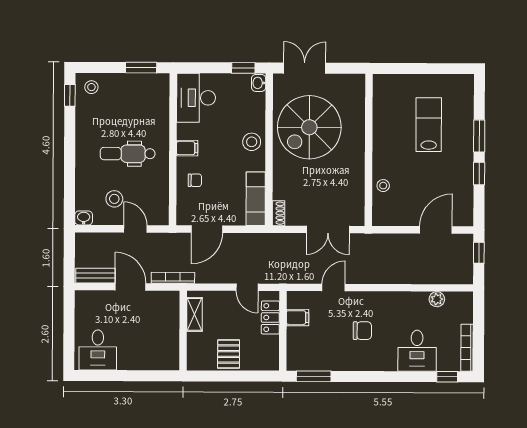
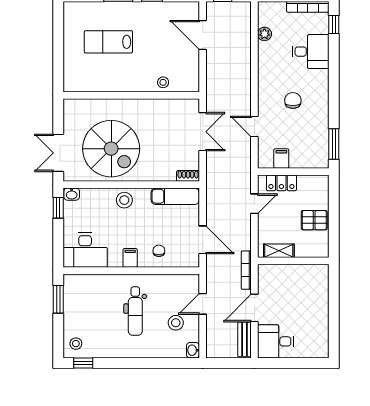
desk: (98, 350) -> (276, 341), moved, turned 180

